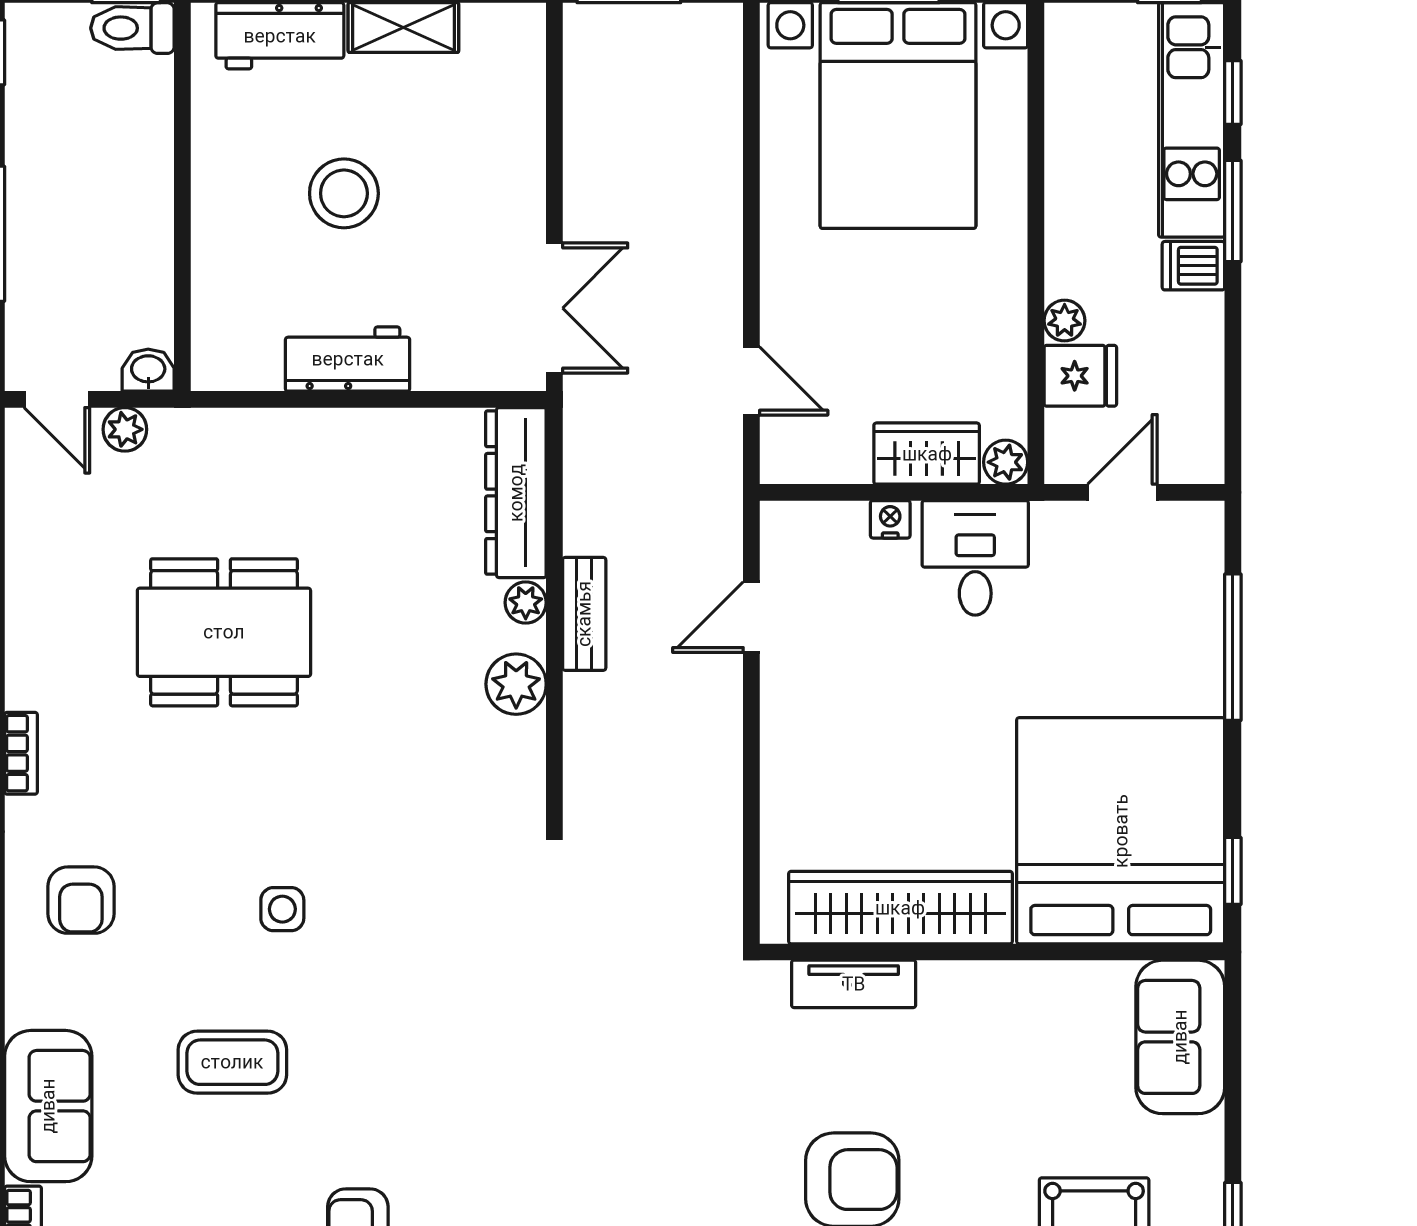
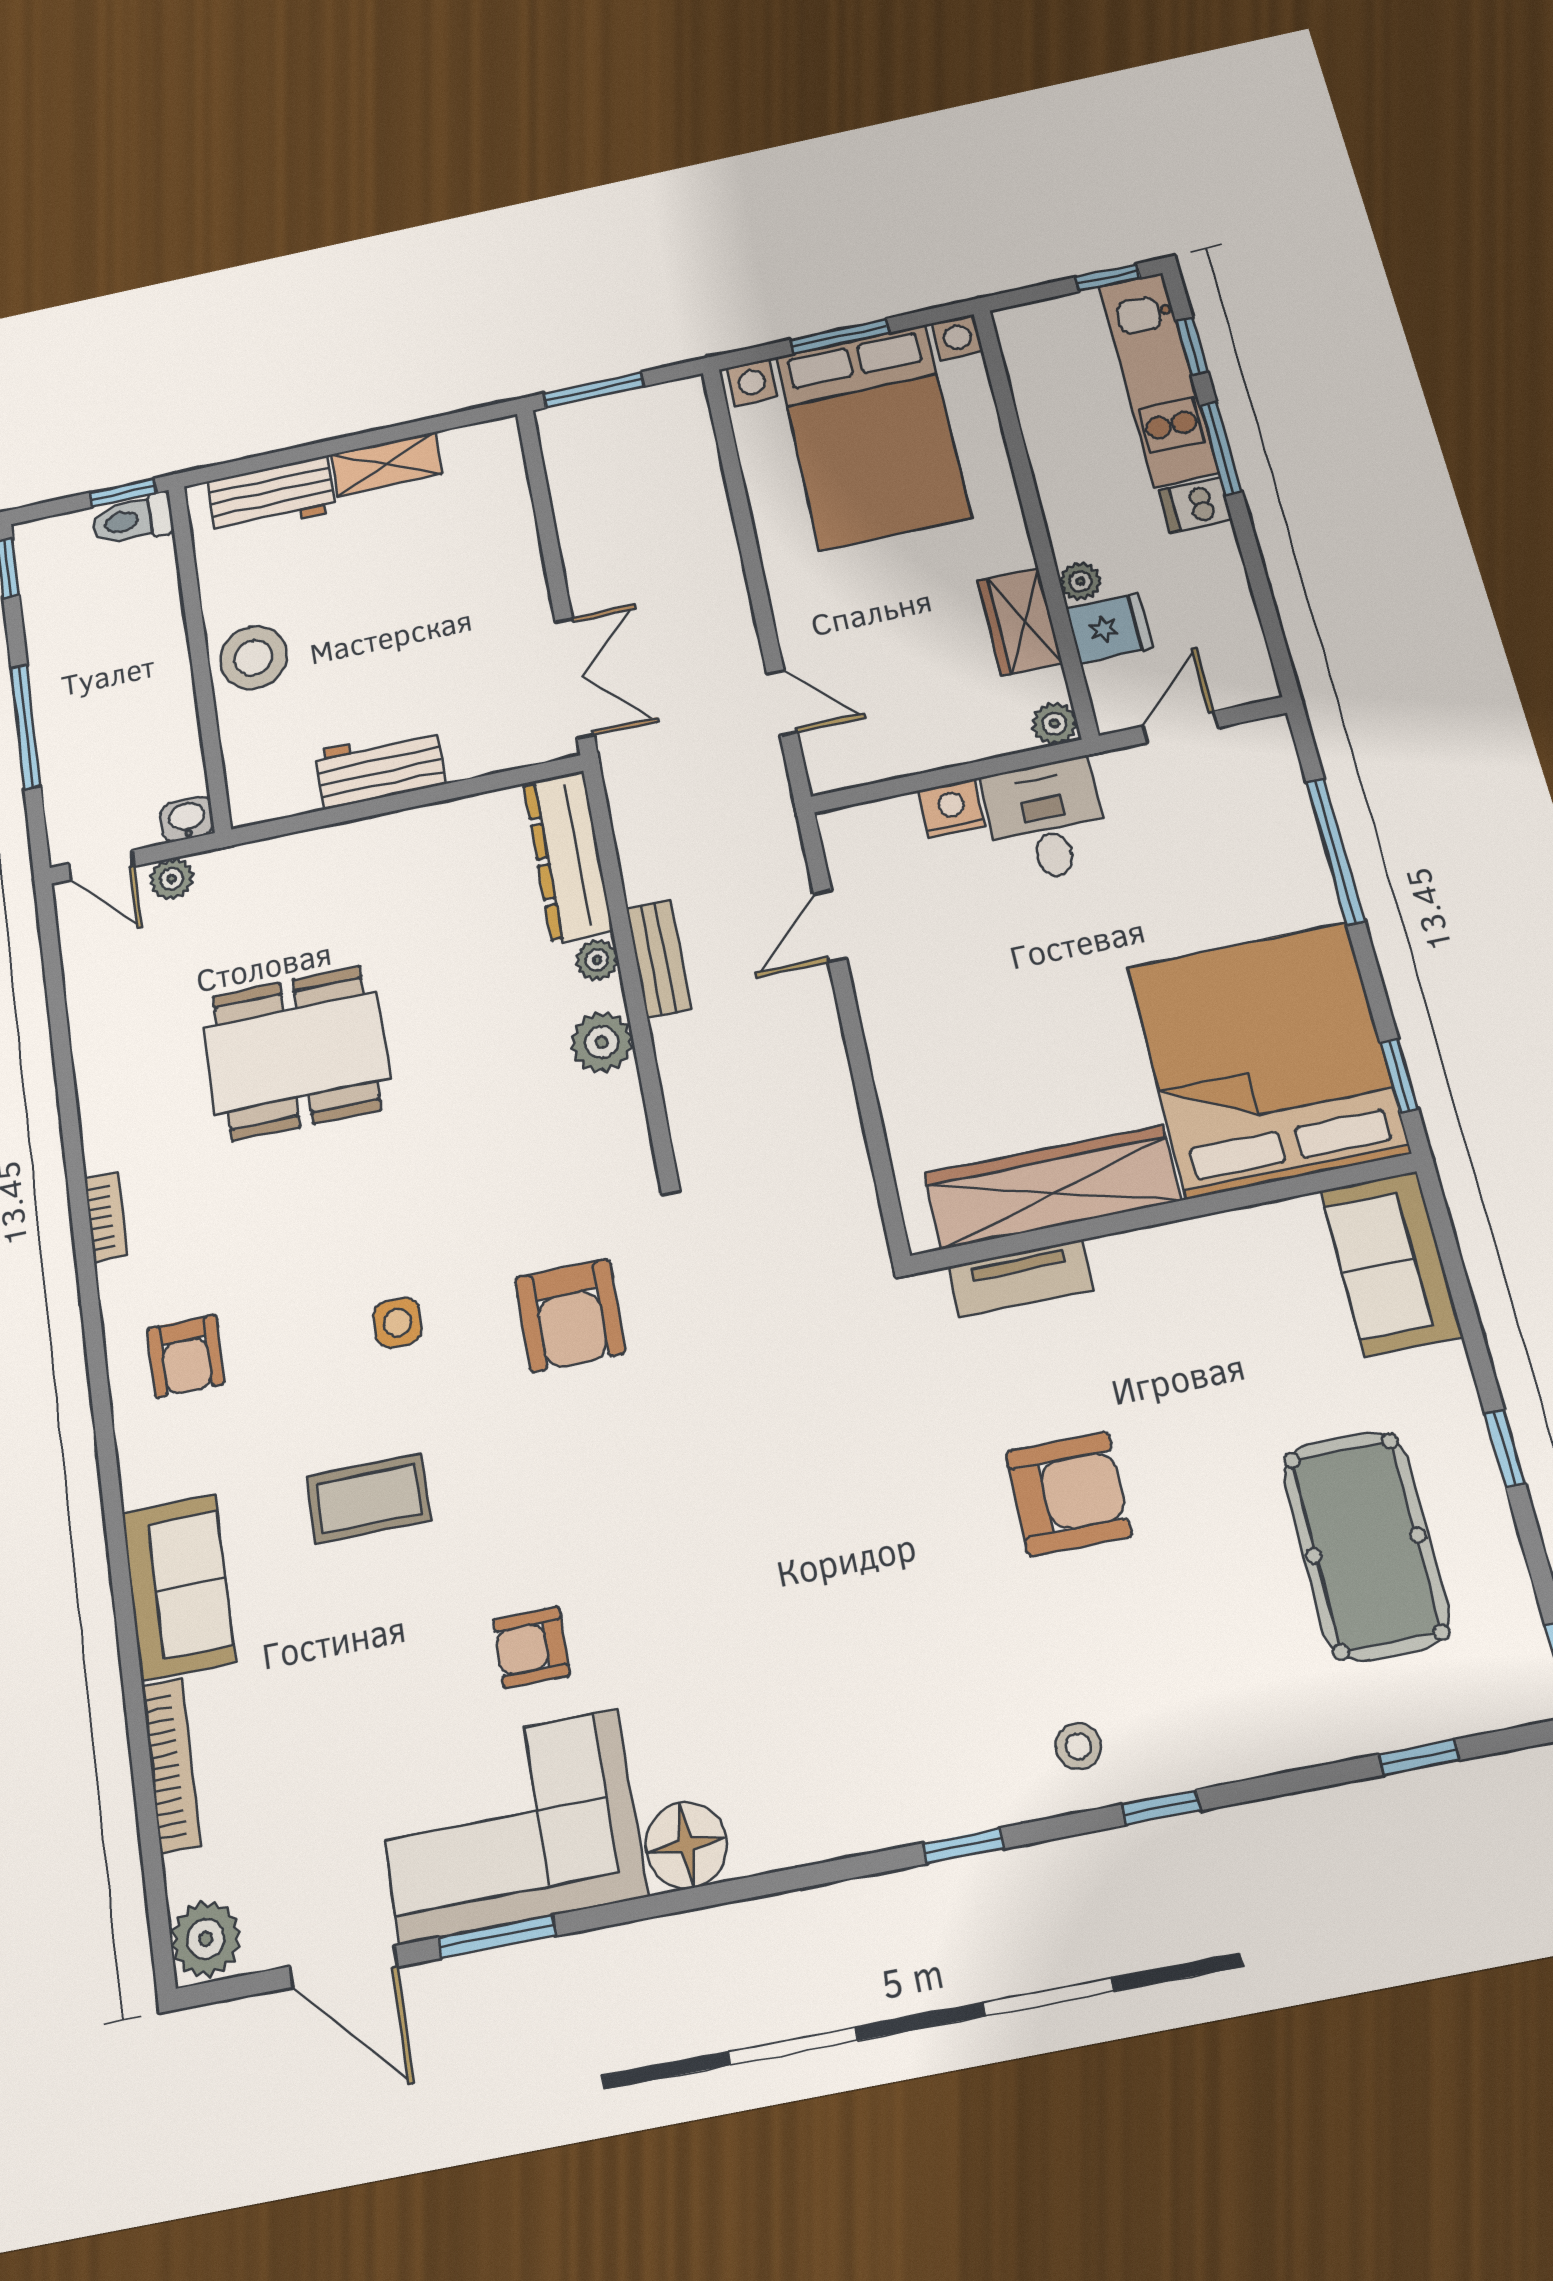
stool: (344, 193) -> (253, 658), moved
wardrobe: (927, 454) -> (1020, 622), moved, turned -90
nightstand: (890, 519) -> (952, 808), width x1.39, depth x1.35
armchair: (442, 935) -> (570, 1316), added

